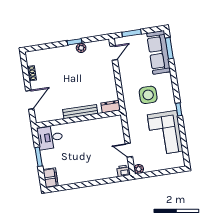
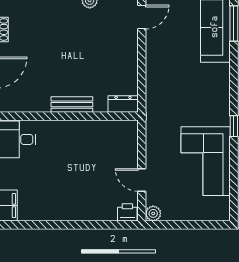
side table: (148, 95) -> (187, 95), removed
bench: (80, 112) -> (72, 105), width x0.73

